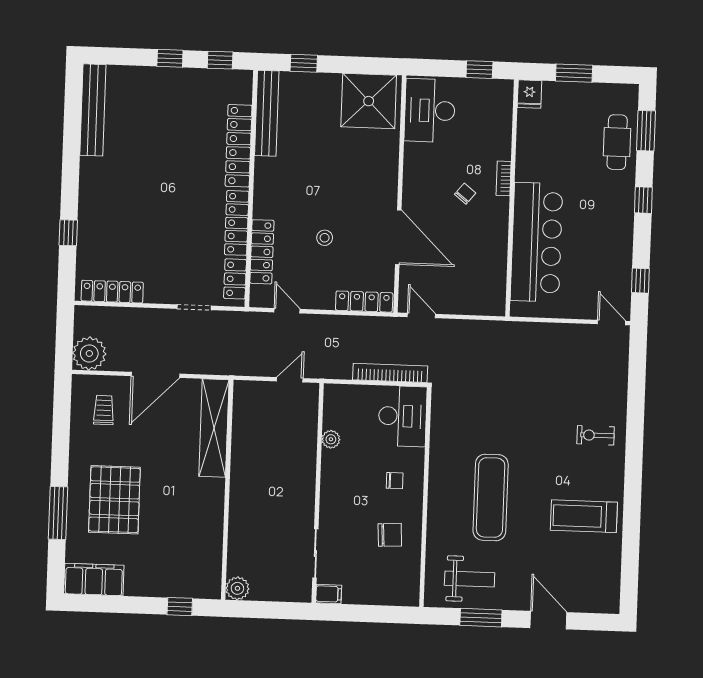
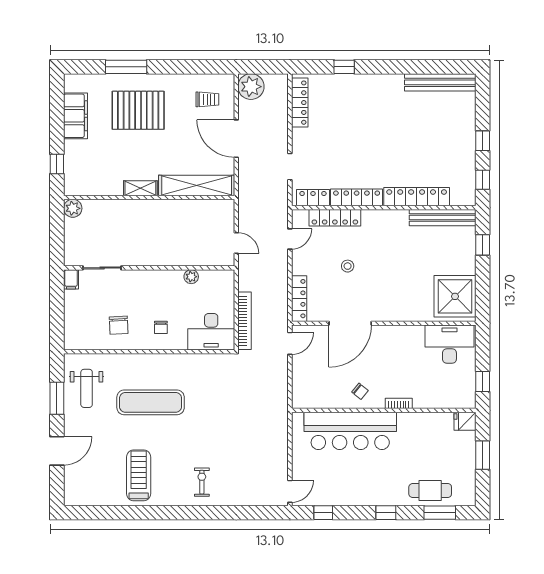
chair: (465, 194) -> (360, 391), moved
shelving: (215, 500) -> (140, 188), added
filing cabinet: (94, 579) -> (76, 116), moved

